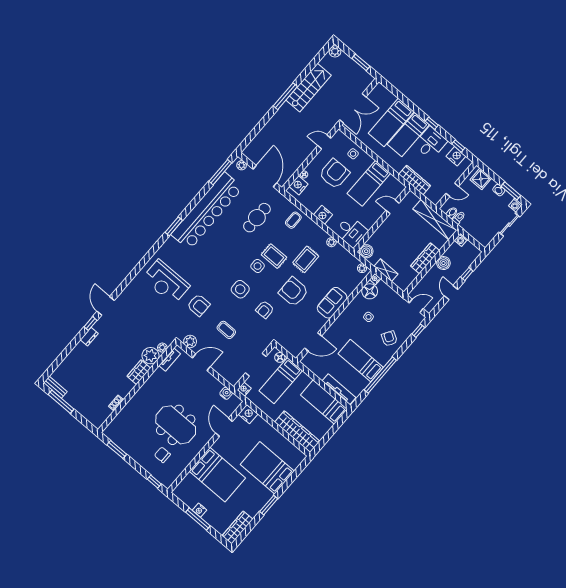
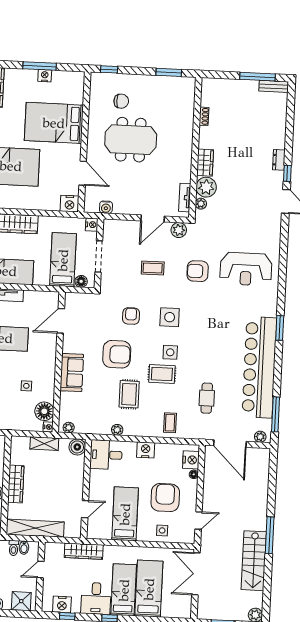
armchair: (334, 174) -> (165, 498), turned 180
cafe table: (257, 218) -> (207, 398), width x0.73, depth x0.74
reception desk: (166, 282) -> (246, 269), turned 180

